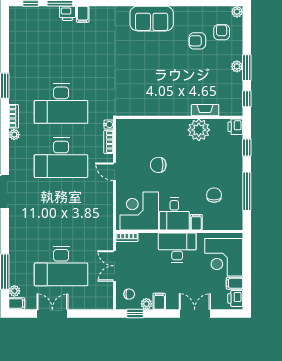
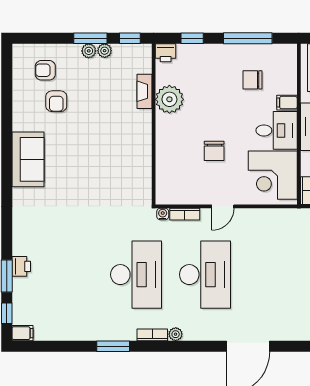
plant: (237, 12) -> (105, 51), moved
filing cabinet: (83, 14) -> (22, 333), moved

